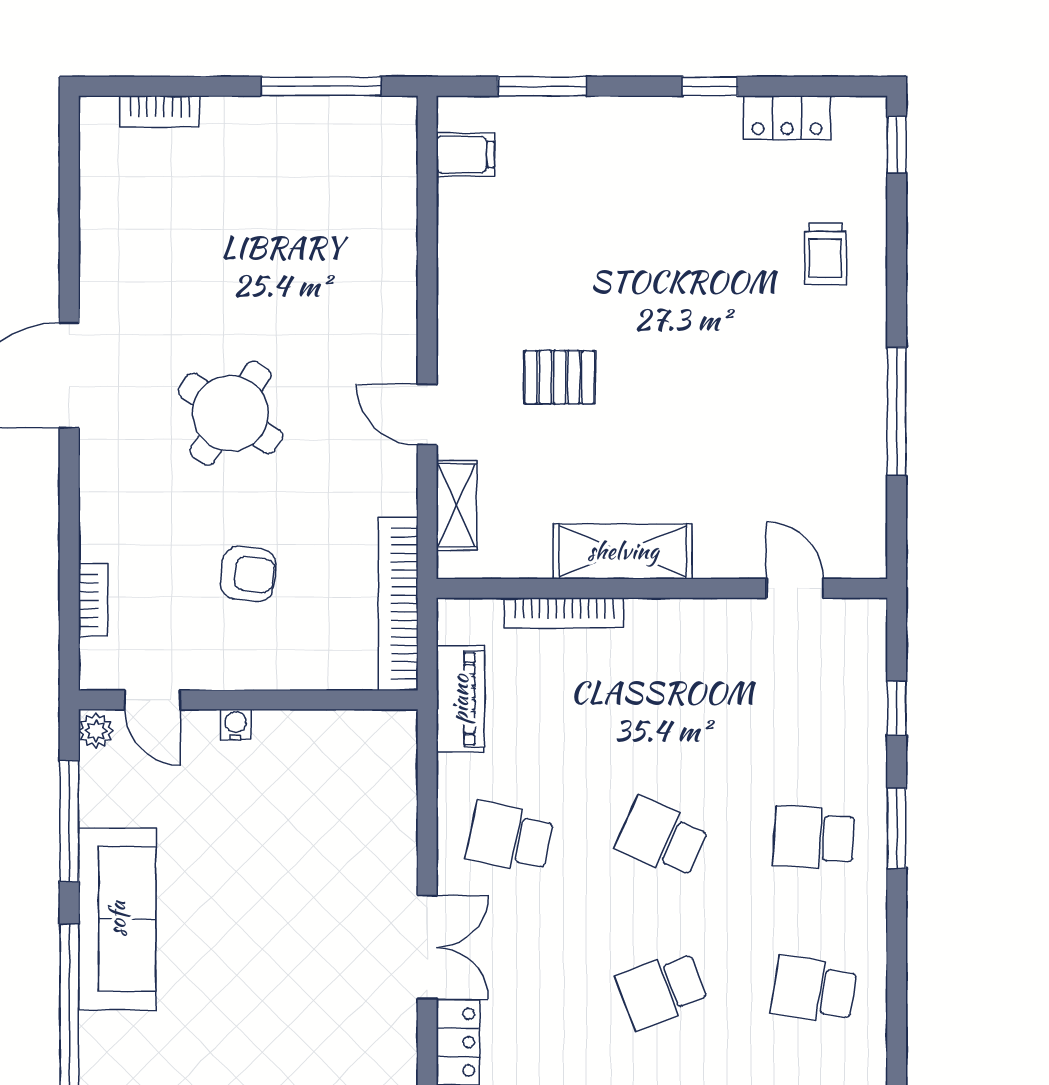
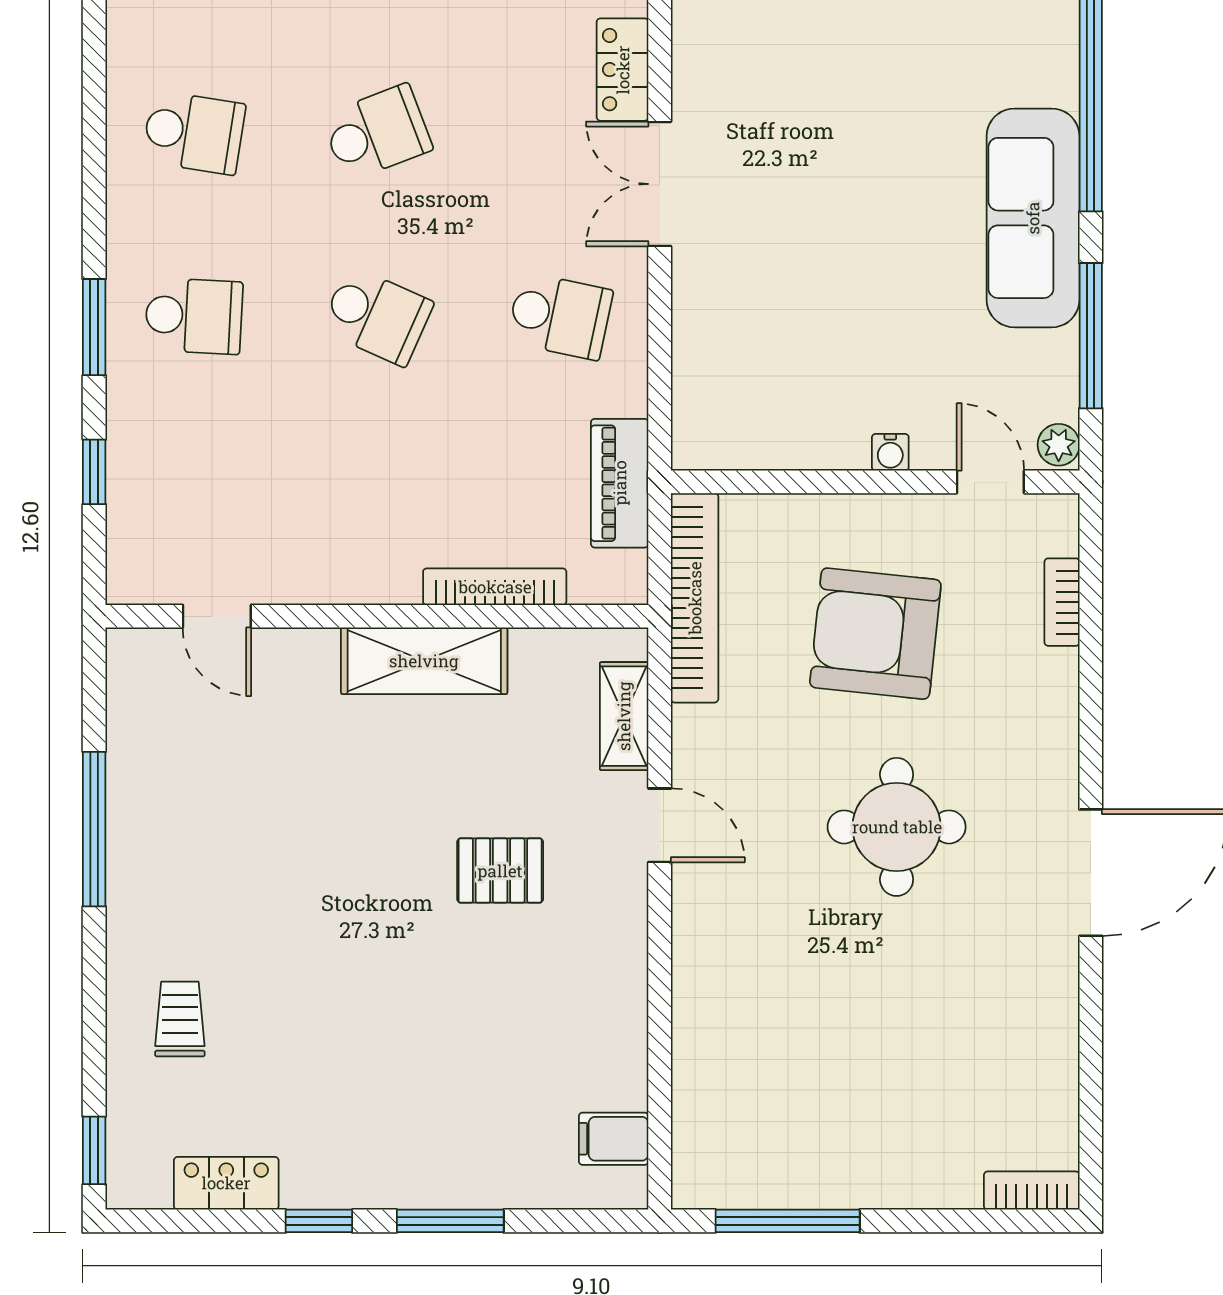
window: (542, 86) -> (450, 1221), moved
bookcase: (160, 111) -> (1032, 1191), moved
round table: (230, 413) -> (897, 827), turned -34
armchair: (248, 574) -> (875, 634), width x1.88, depth x1.88

